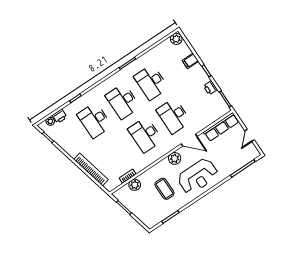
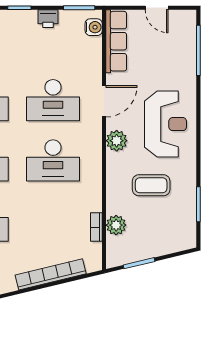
water cooler: (221, 112) -> (94, 27), added

